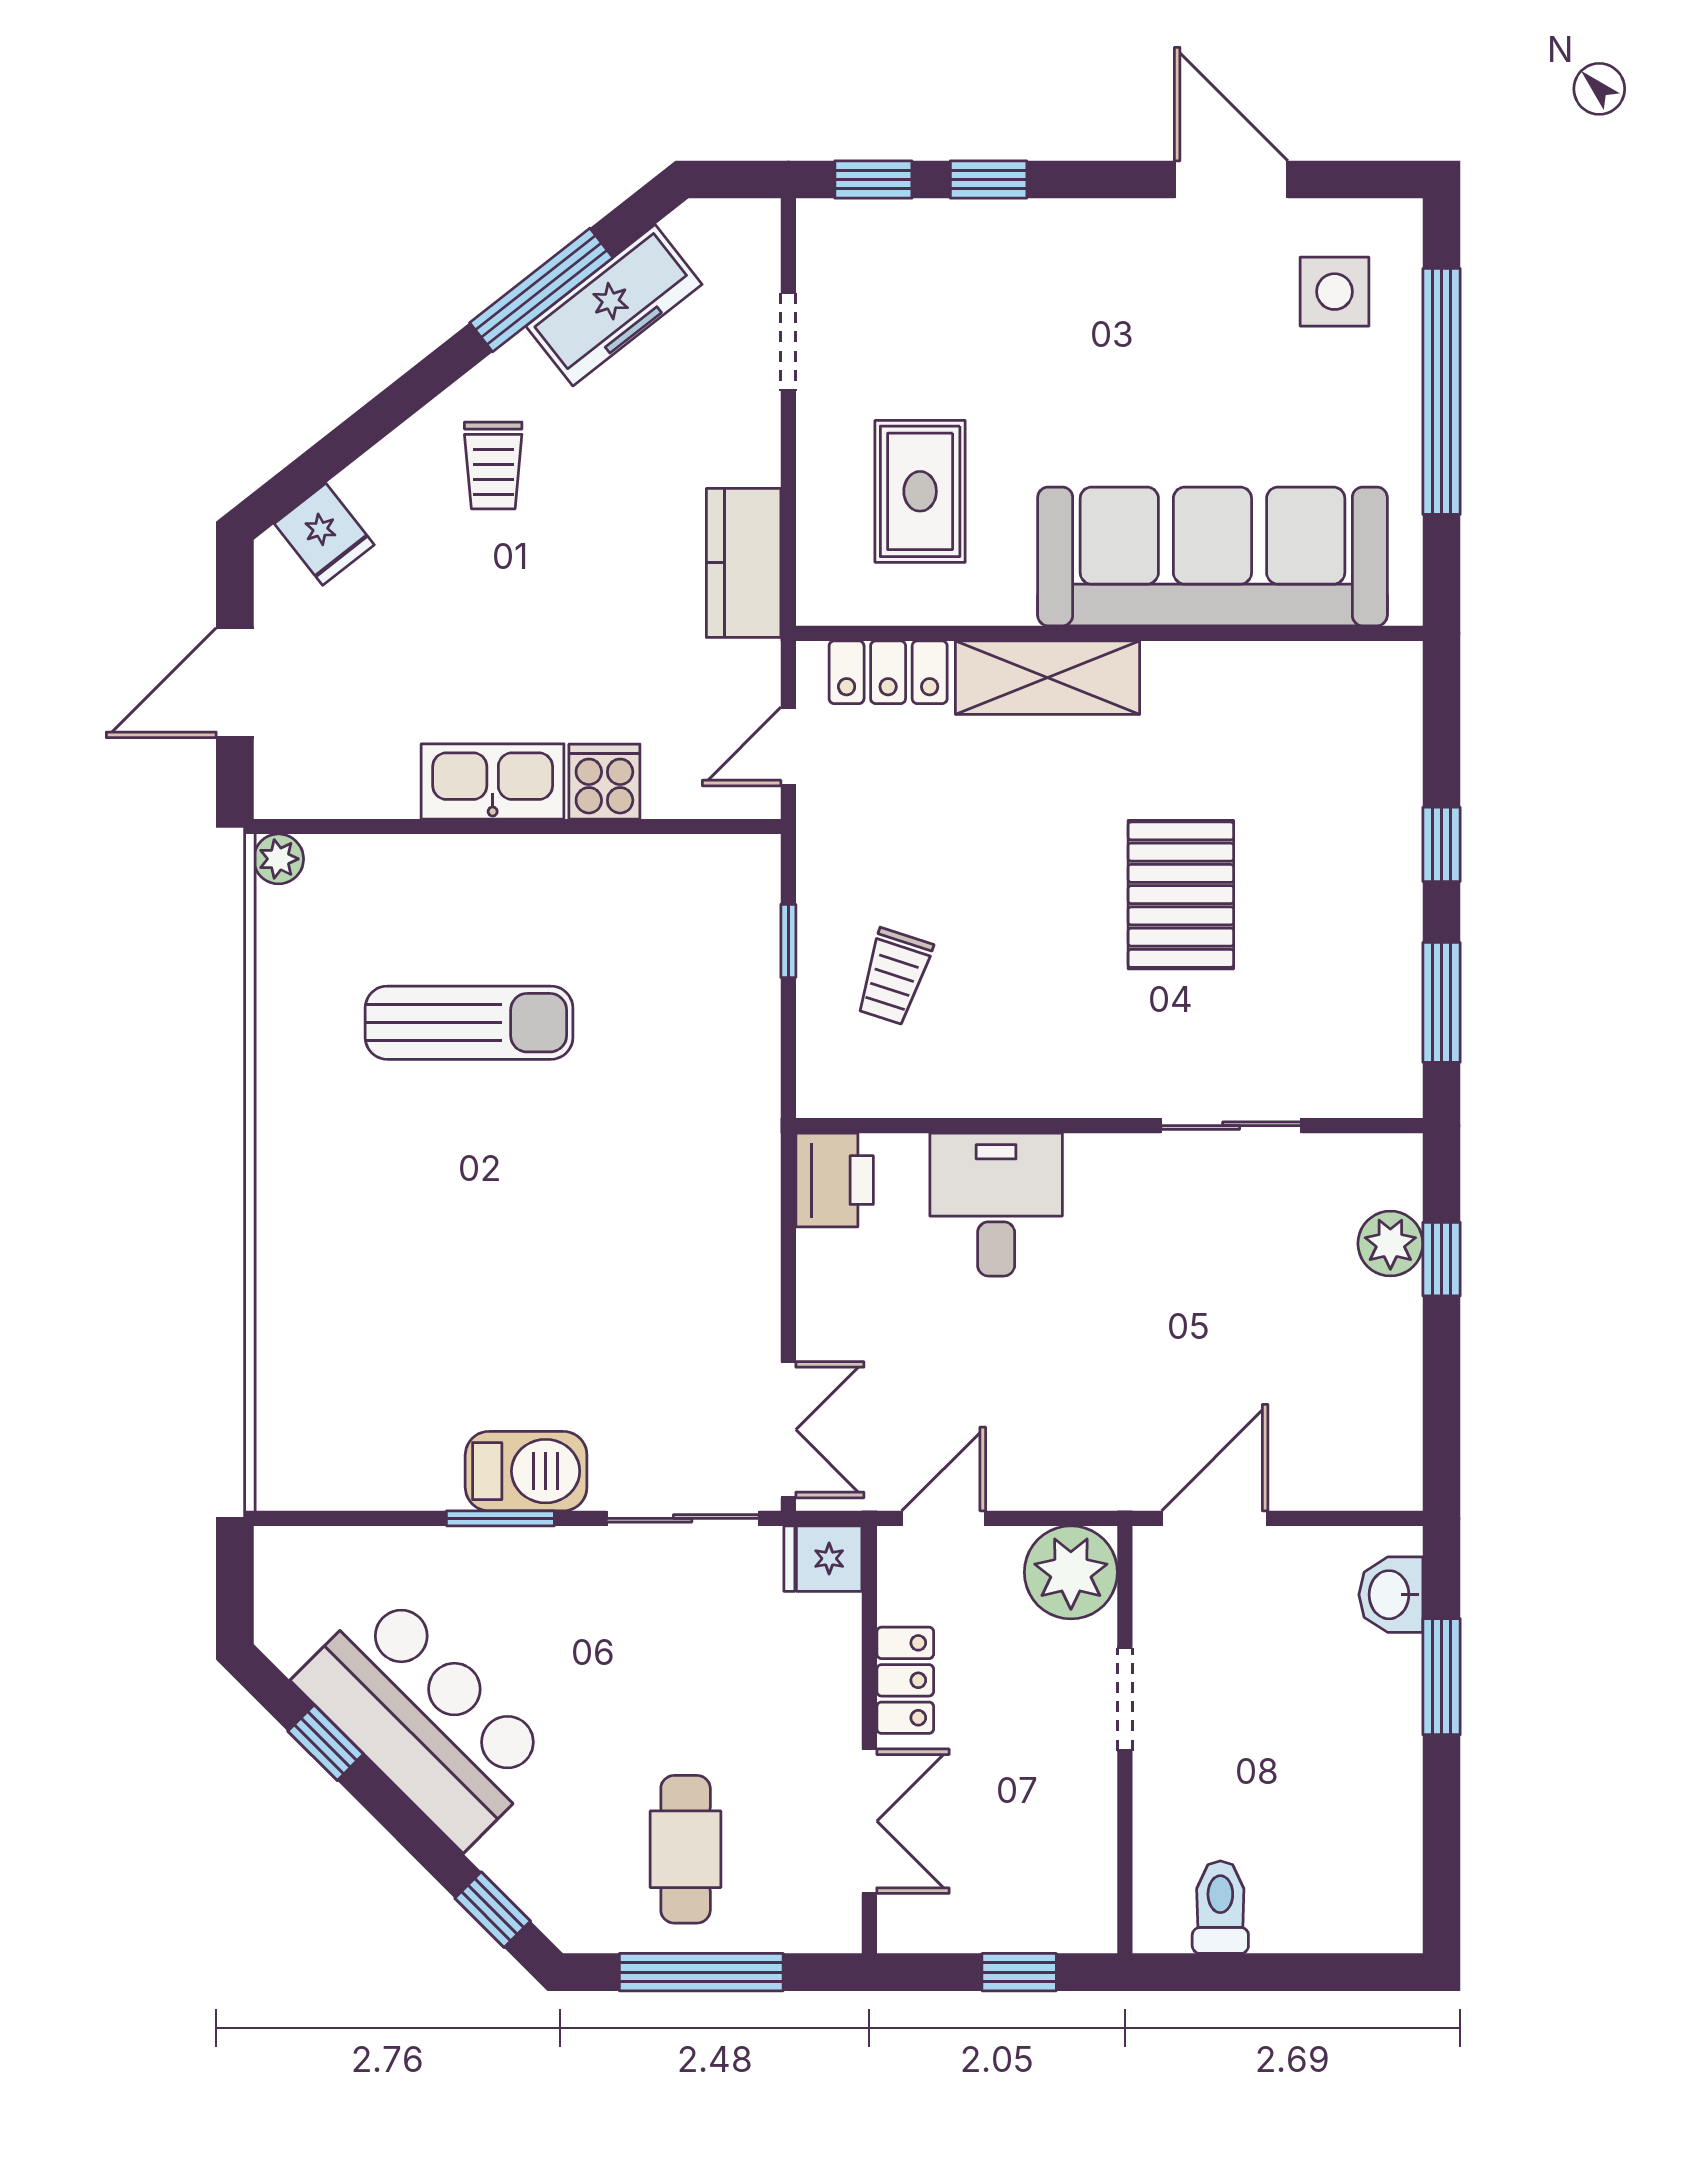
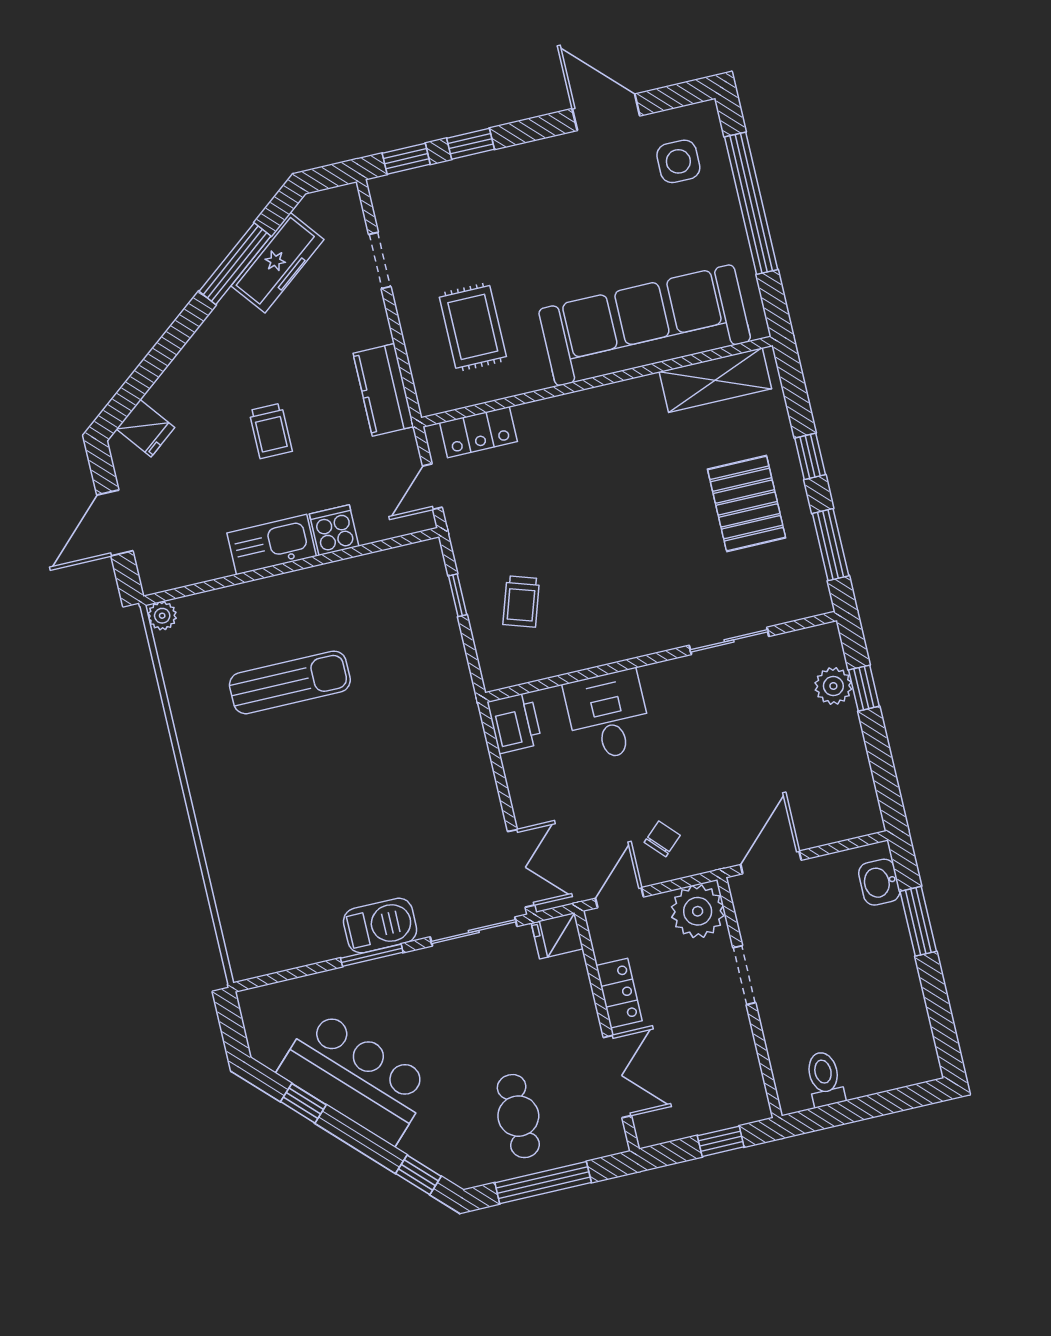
trolley: (493, 466) -> (271, 431), moved
shelving: (1048, 678) -> (715, 380), moved
pallet: (1181, 895) -> (747, 503), moved
chair: (1039, 1435) -> (662, 839), added

